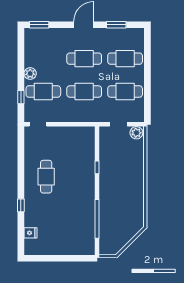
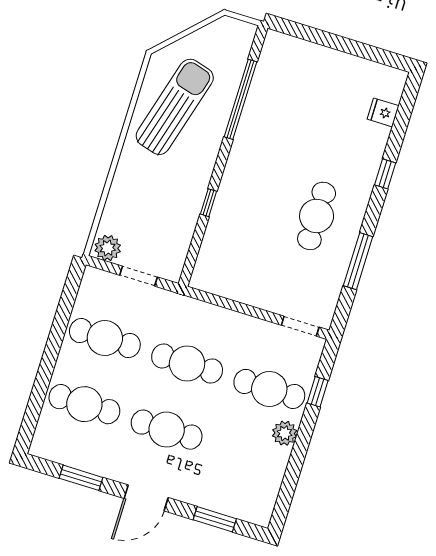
window: (39, 25) -> (215, 519), moved
window: (21, 162) -> (358, 261), added
sun lounger: (126, 206) -> (175, 107), added

